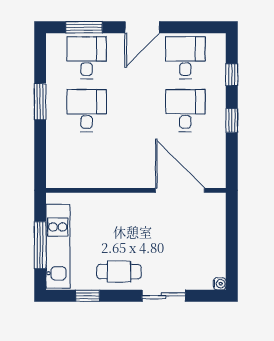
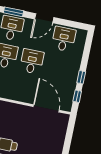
window: (232, 75) -> (77, 96), moved
desk: (185, 111) -> (32, 61), moved

